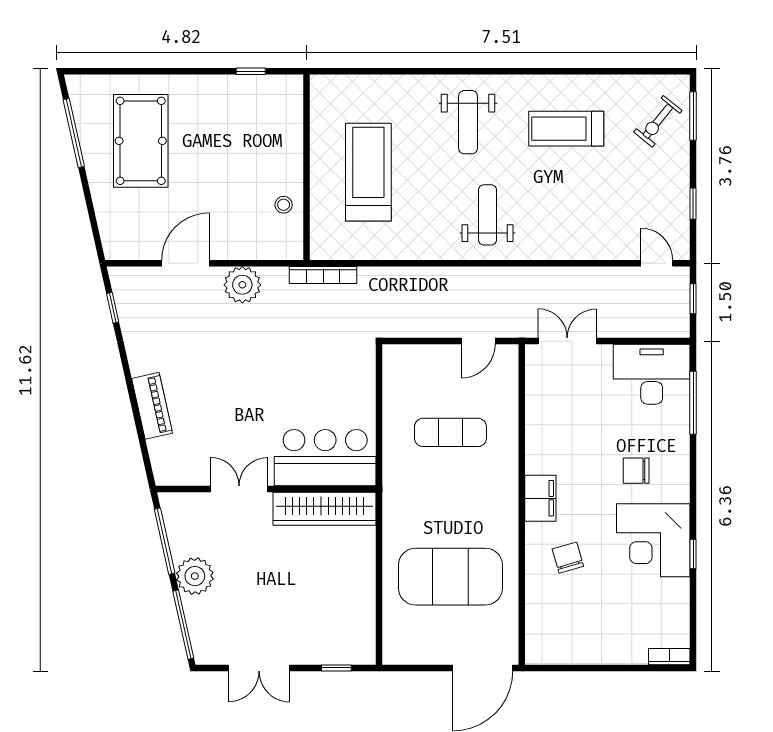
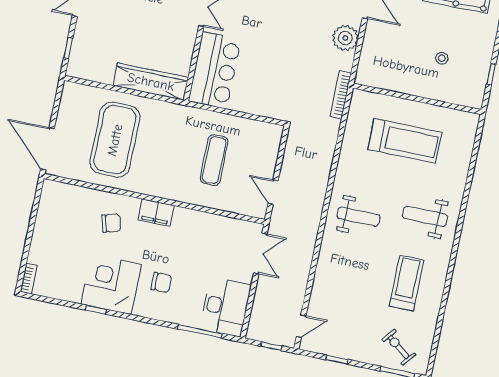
stool: (284, 205) -> (442, 58), moved
chair: (636, 471) -> (161, 282), turned 90
wardrobe: (325, 509) -> (151, 82), moved, turned 90

